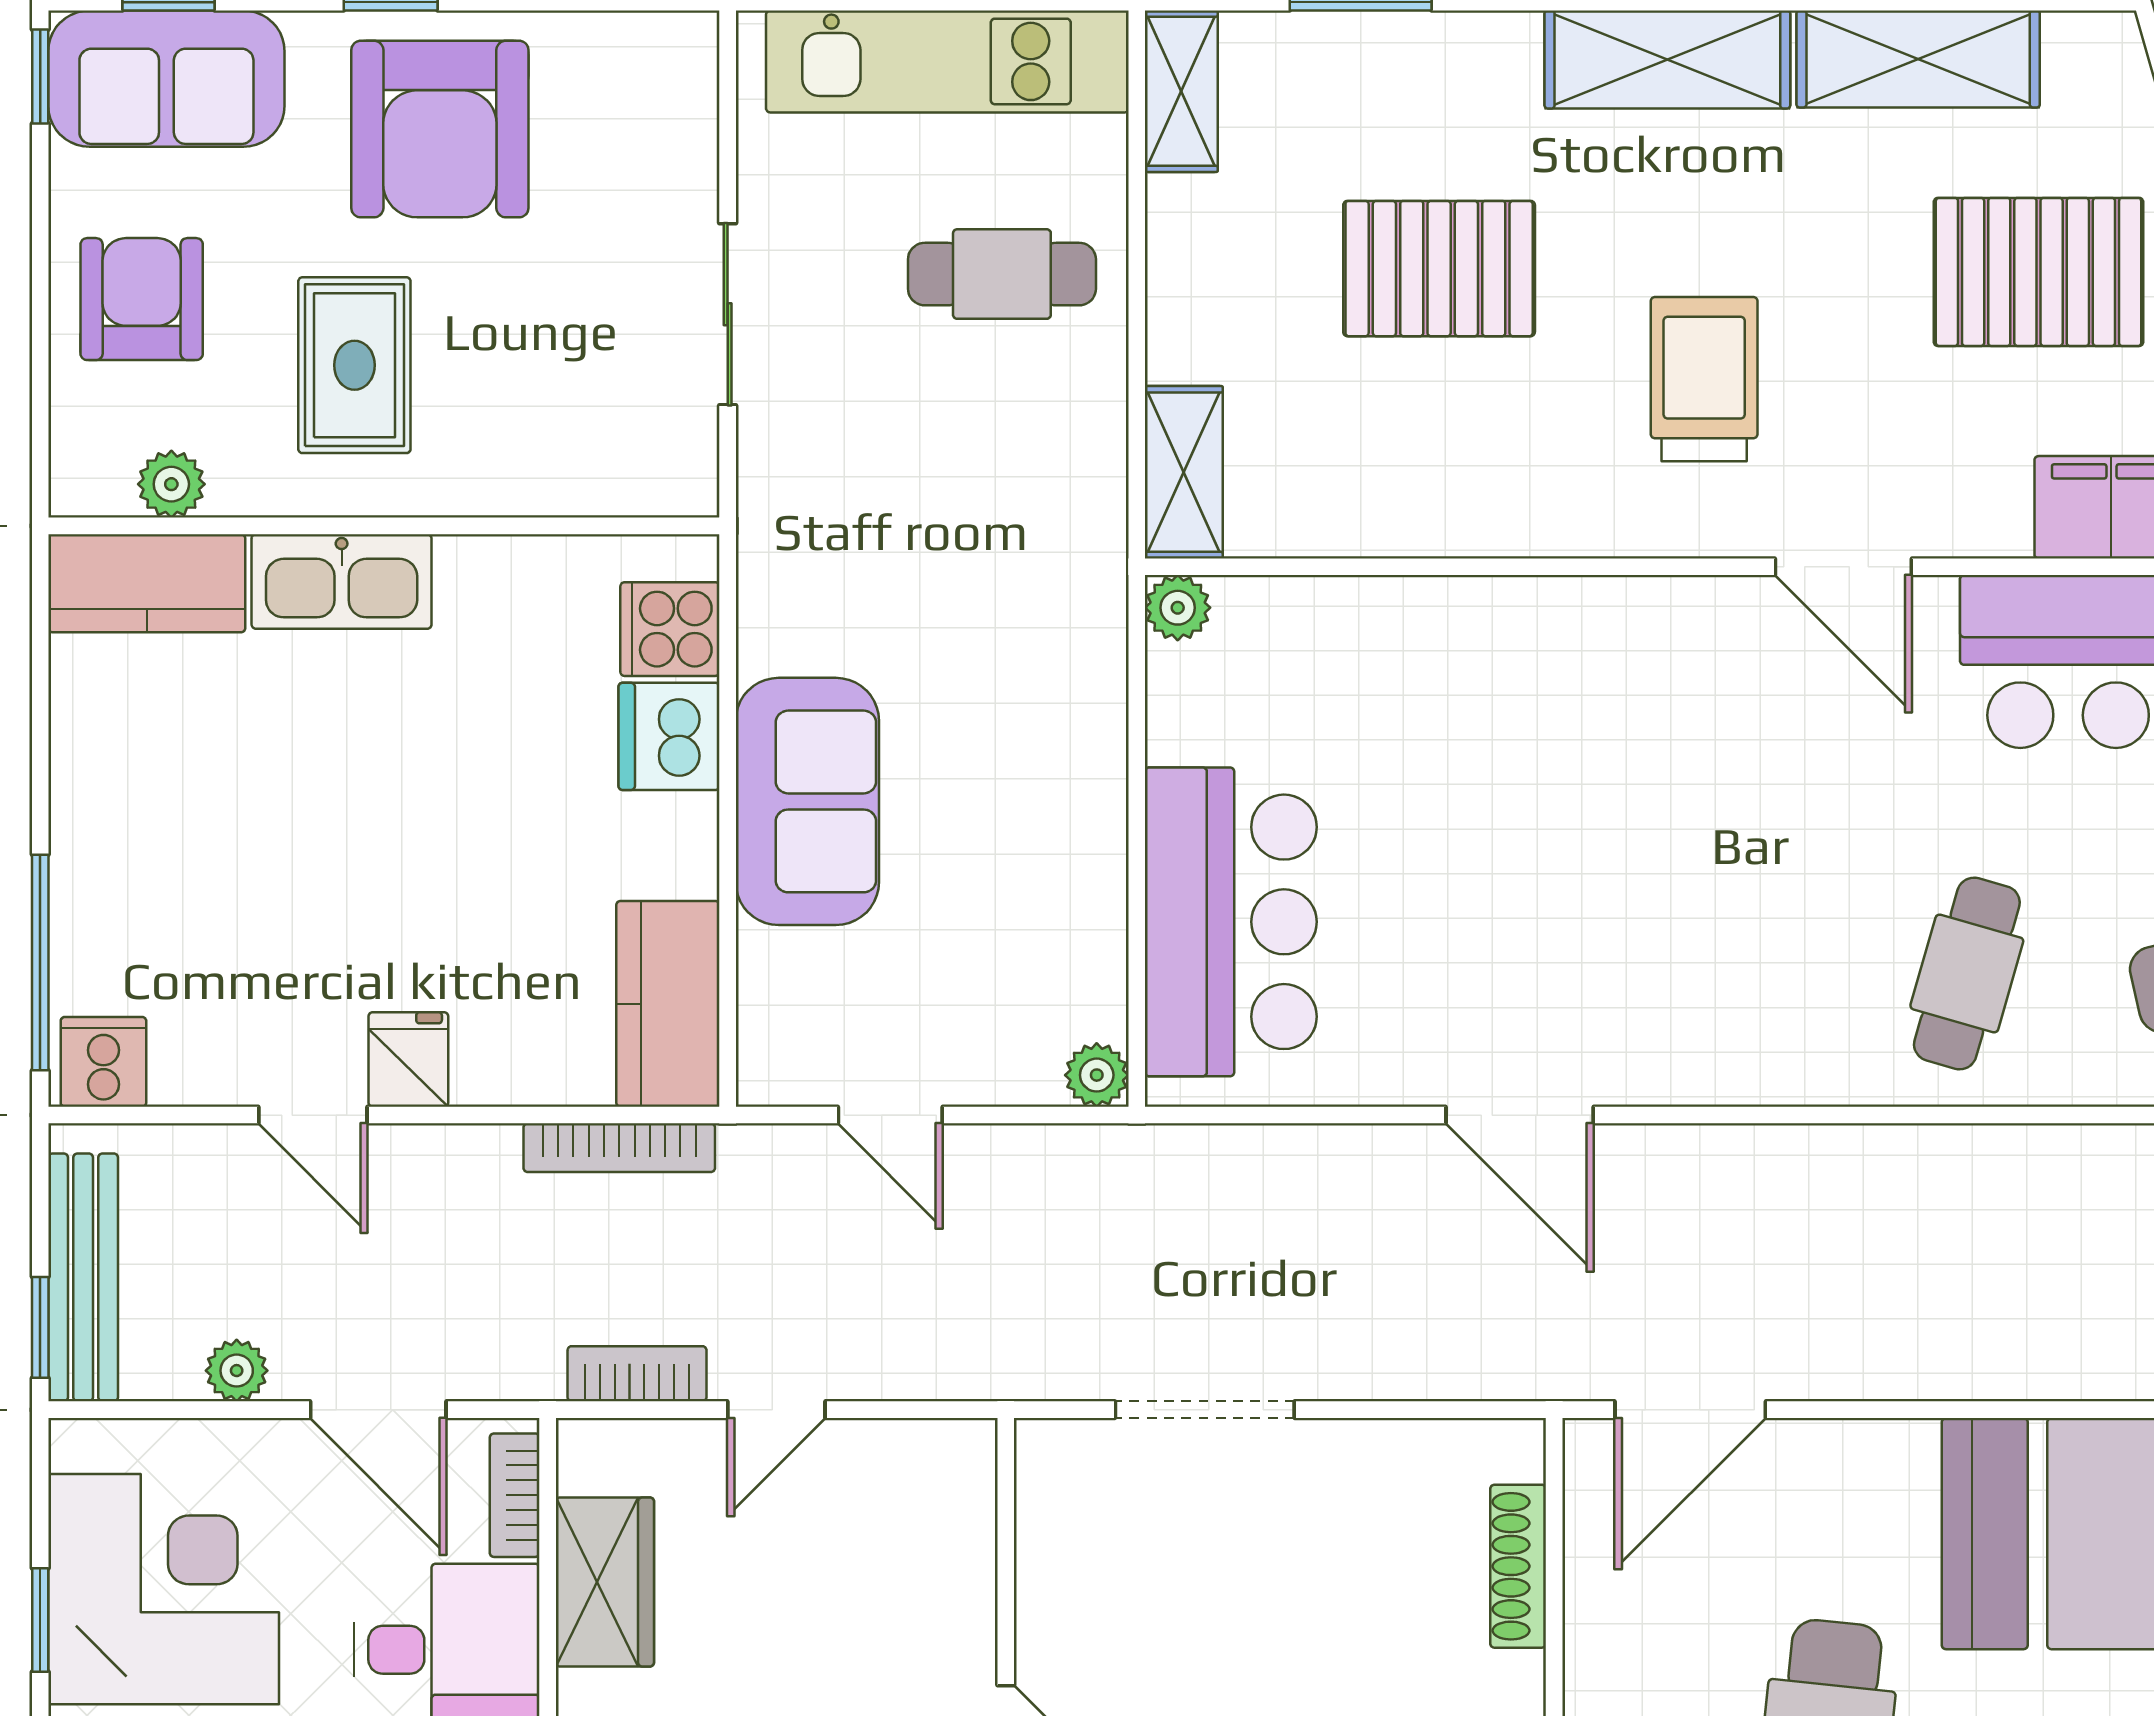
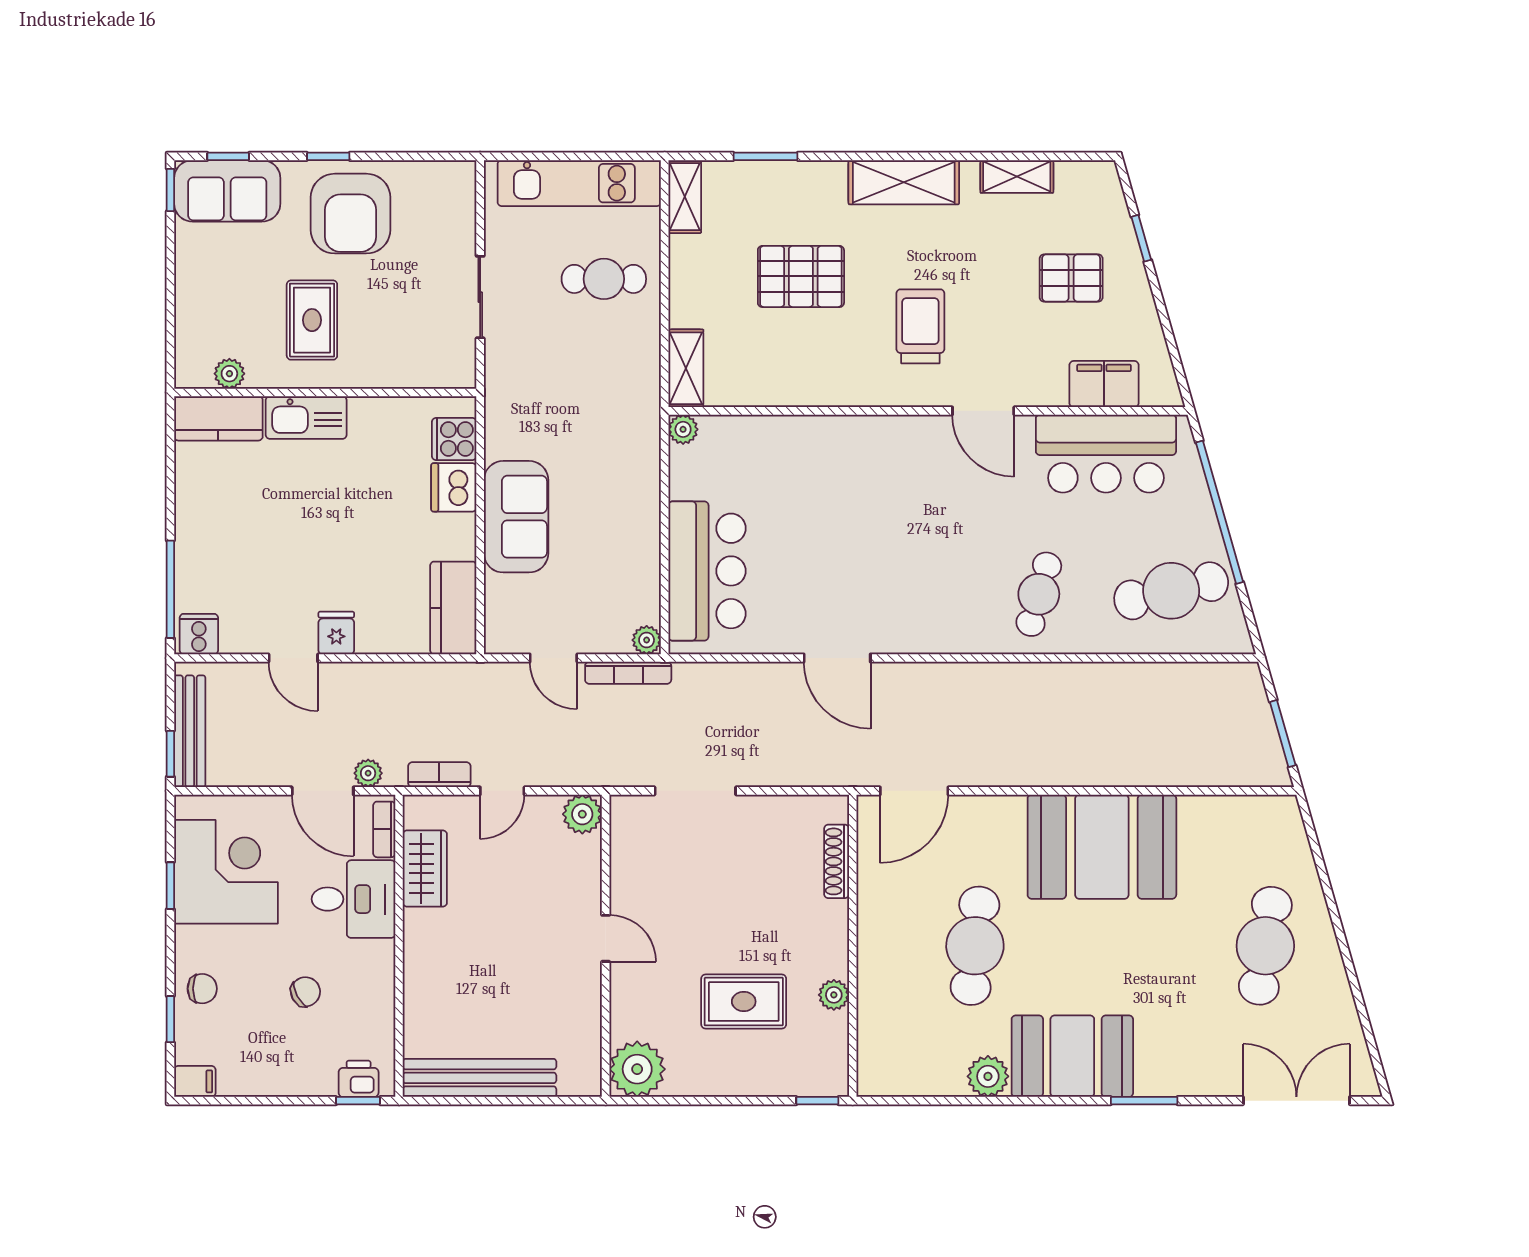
shelving: (1918, 59) -> (1017, 177), width x0.67, depth x0.75
pallet: (2039, 272) -> (1071, 278), width x0.67, depth x0.71
armchair: (142, 299) -> (216, 290), removed
bookcase: (619, 1148) -> (628, 673), moved
plant: (237, 1371) -> (368, 773), moved
plant: (954, 1461) -> (582, 814), added

